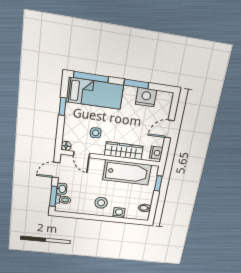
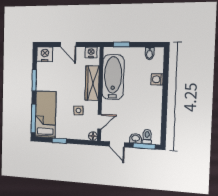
nightstand: (146, 97) -> (45, 54), moved, turned 90
stool: (101, 203) -> (147, 99), removed

